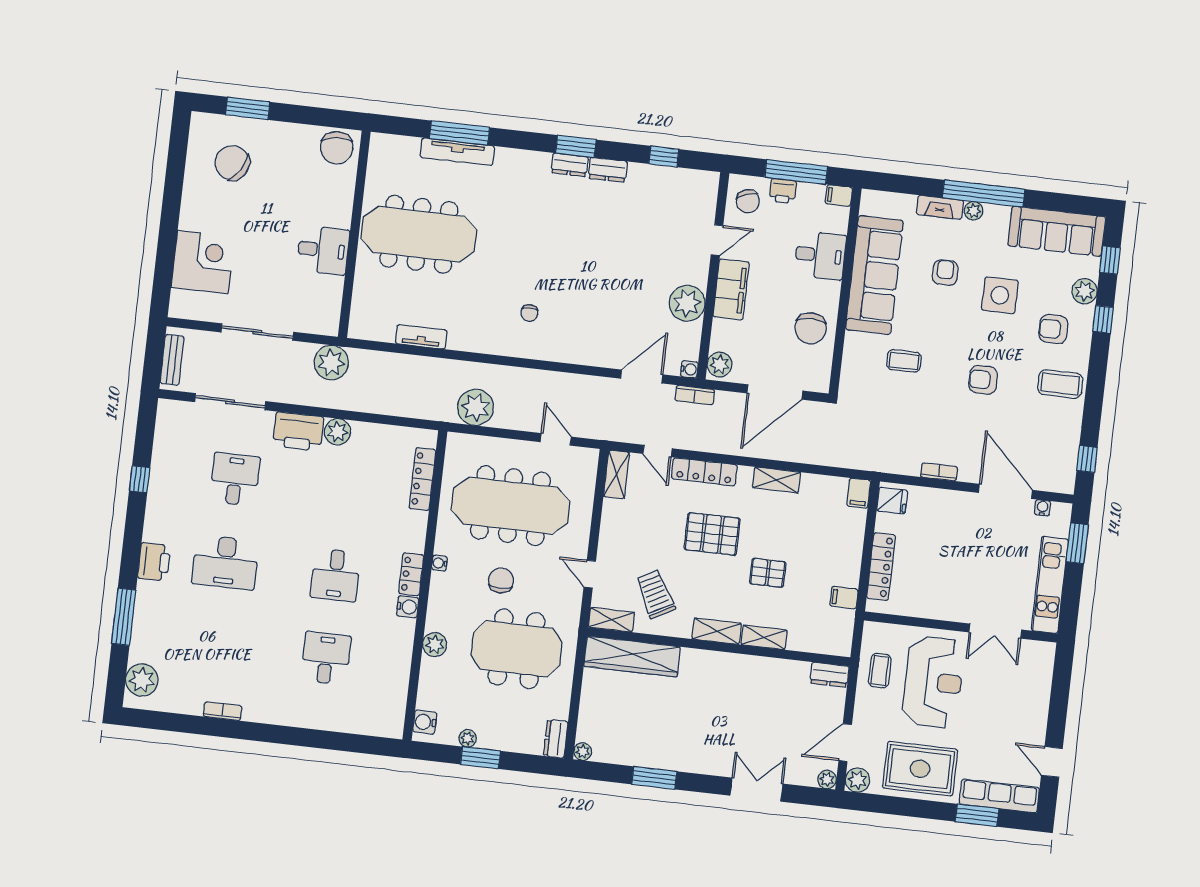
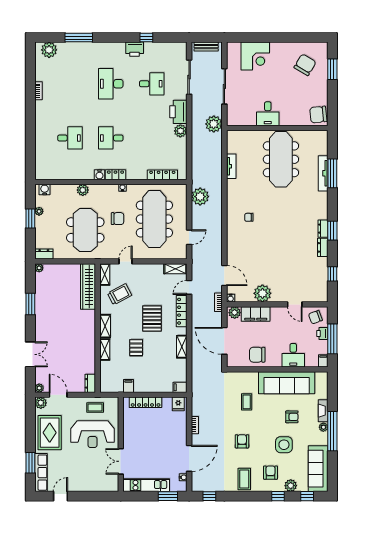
filing cabinet: (731, 289) -> (256, 314), moved
printer: (154, 562) -> (135, 49), moved

